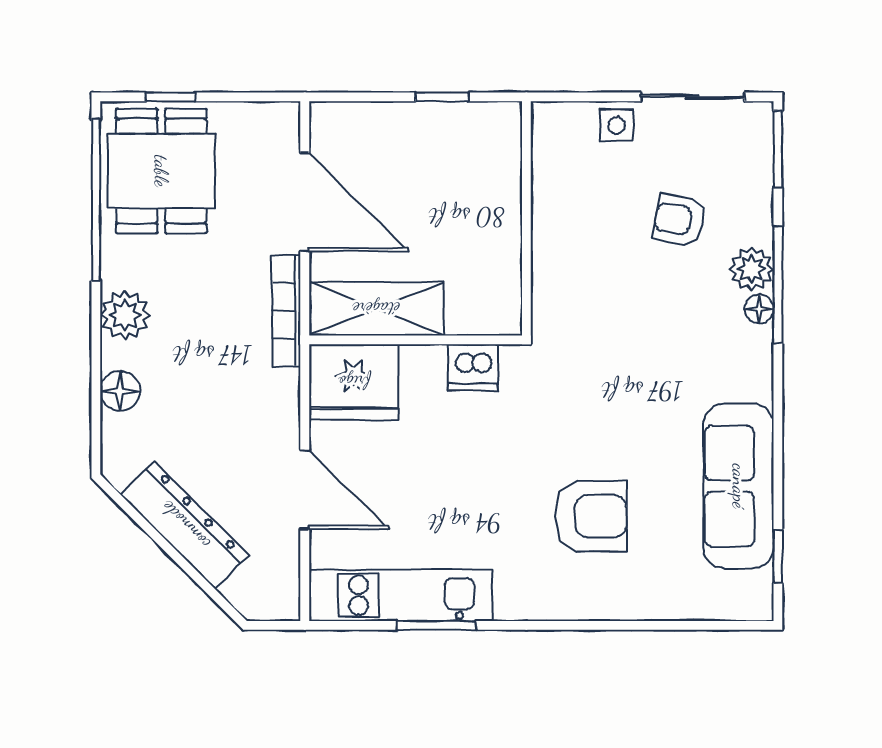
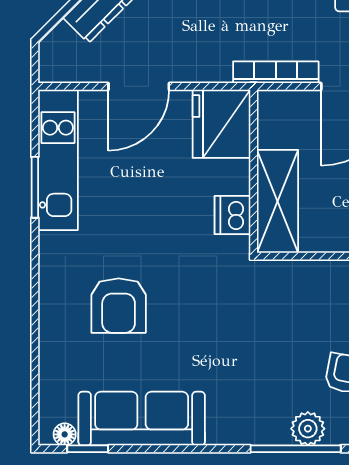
shelving: (376, 309) -> (277, 201), moved
floor lamp: (759, 309) -> (65, 434), moved

